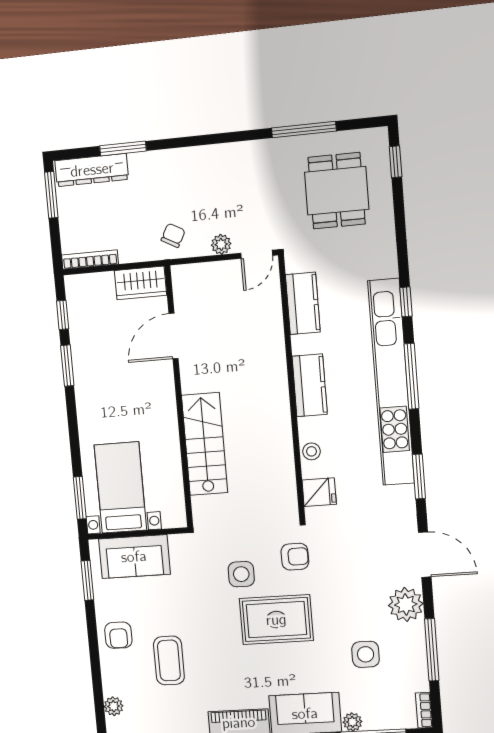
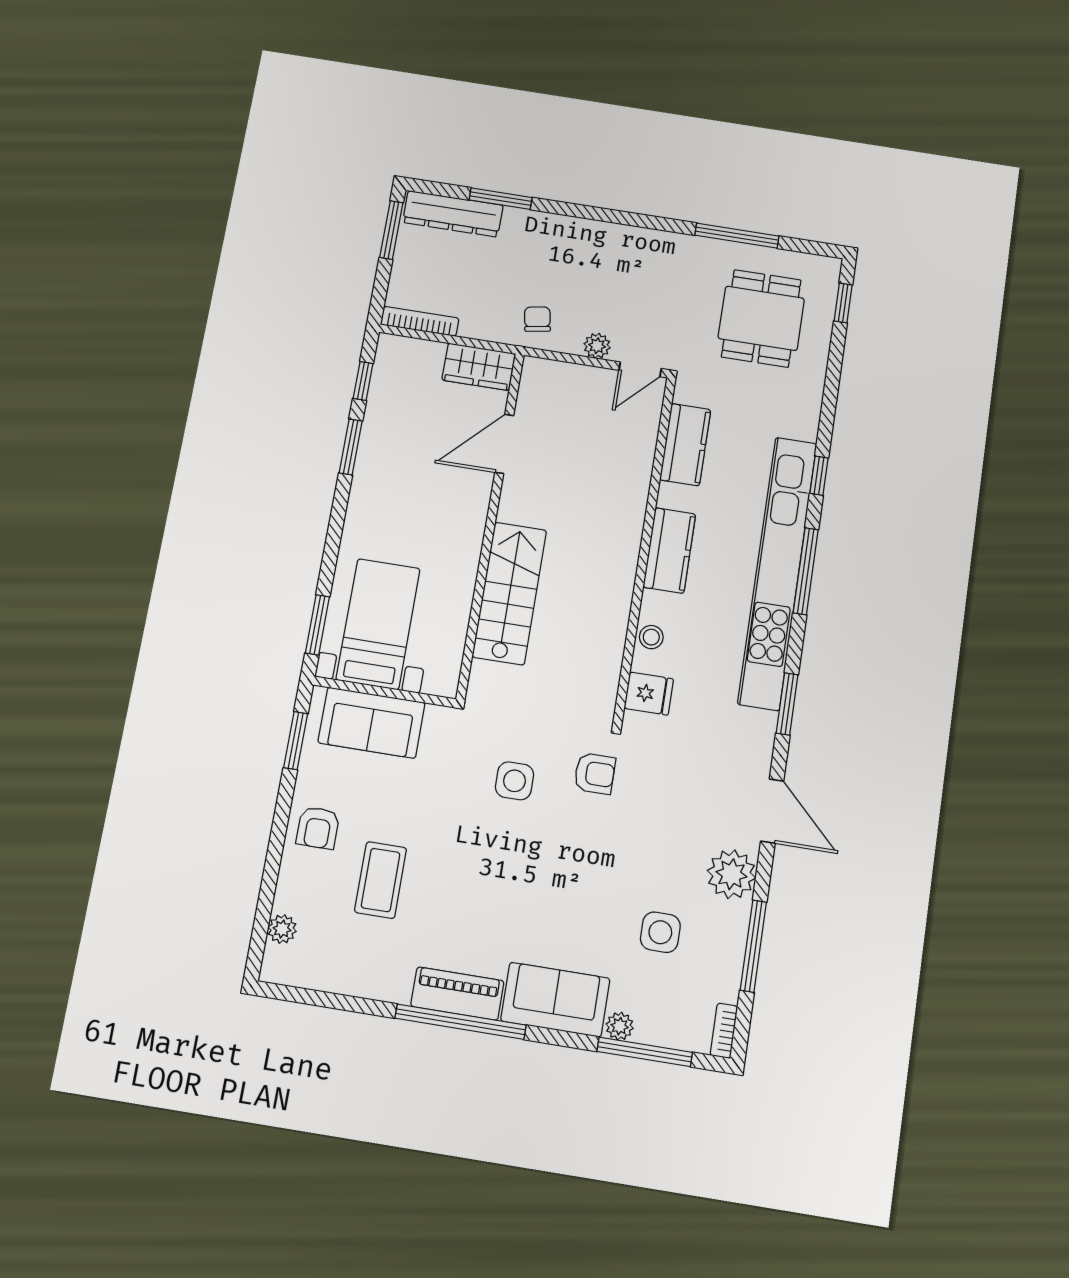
chair: (173, 235) -> (537, 319), turned -38
rug: (276, 620) -> (548, 855), removed

